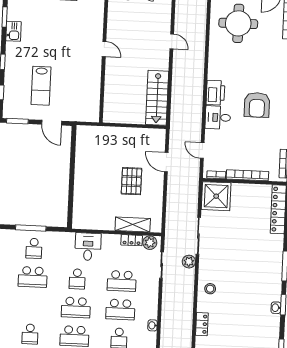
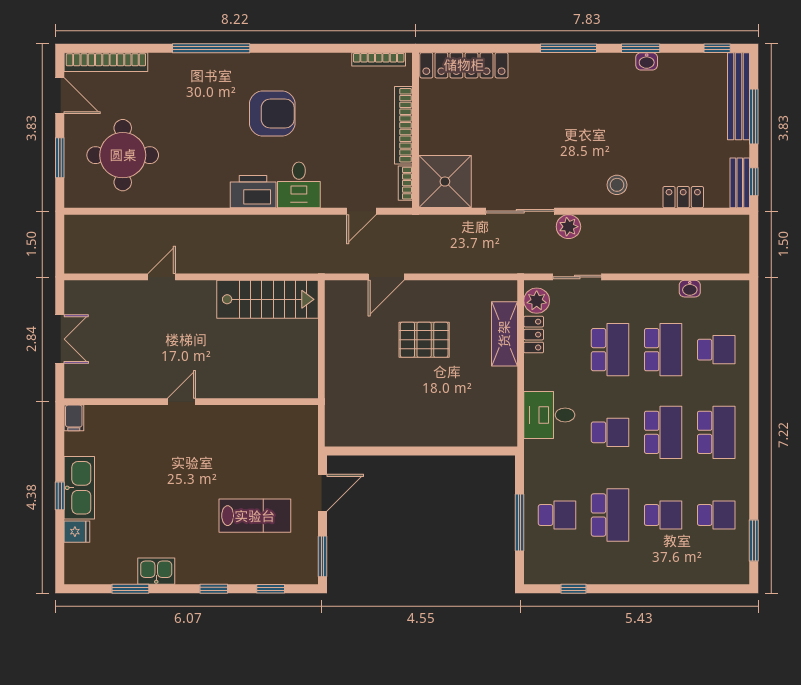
school desk: (31, 305) -> (663, 515), added

